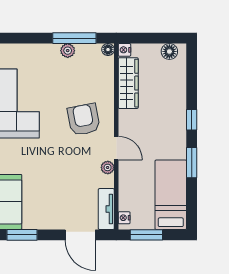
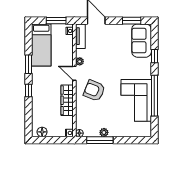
wardrobe: (128, 83) -> (67, 100), moved
armchair: (84, 120) -> (94, 91), turned 123

